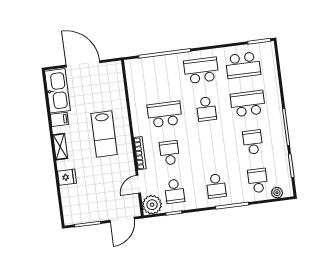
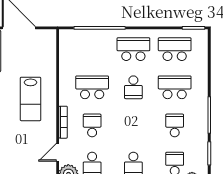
school desk: (243, 65) -> (175, 49), turned 180

